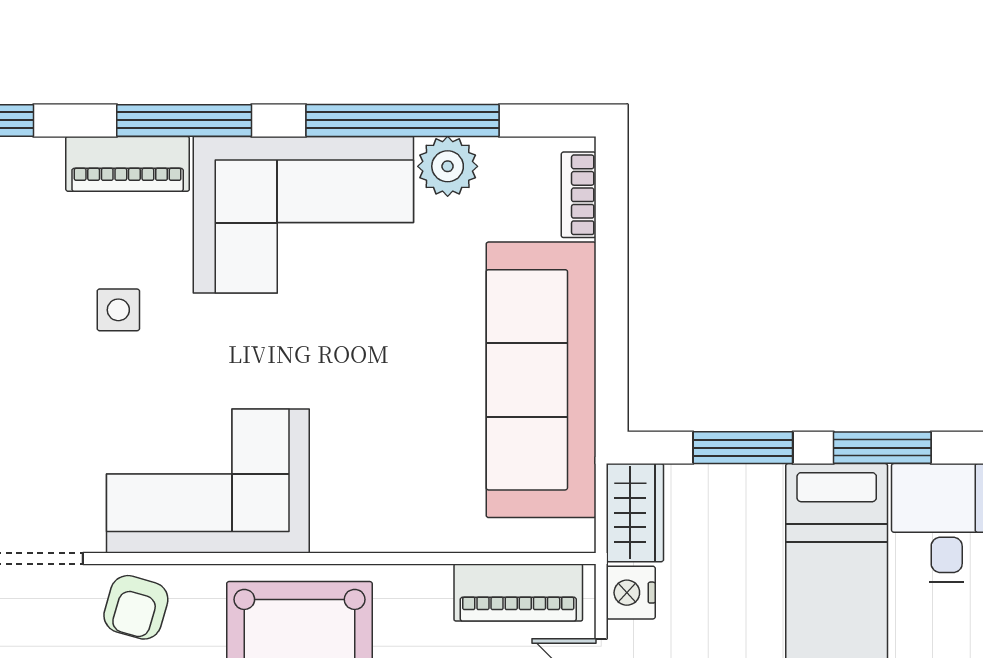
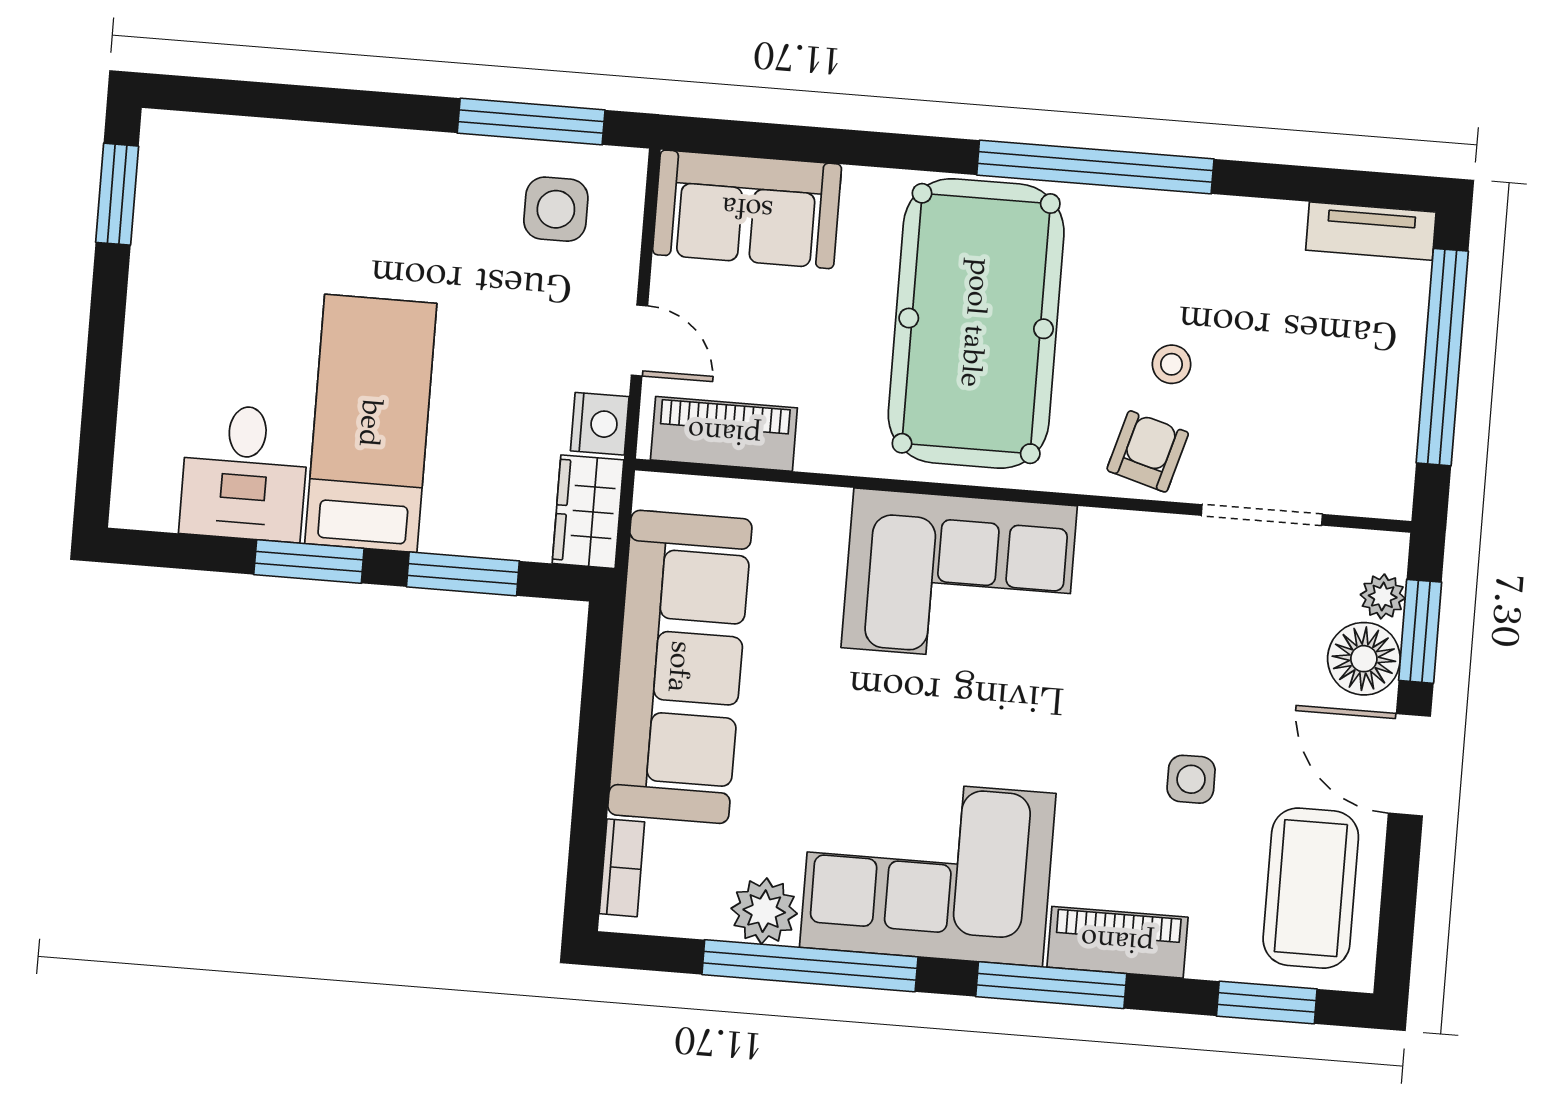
side table: (118, 310) -> (1191, 779), moved
corner sofa: (208, 481) -> (959, 577), moved

